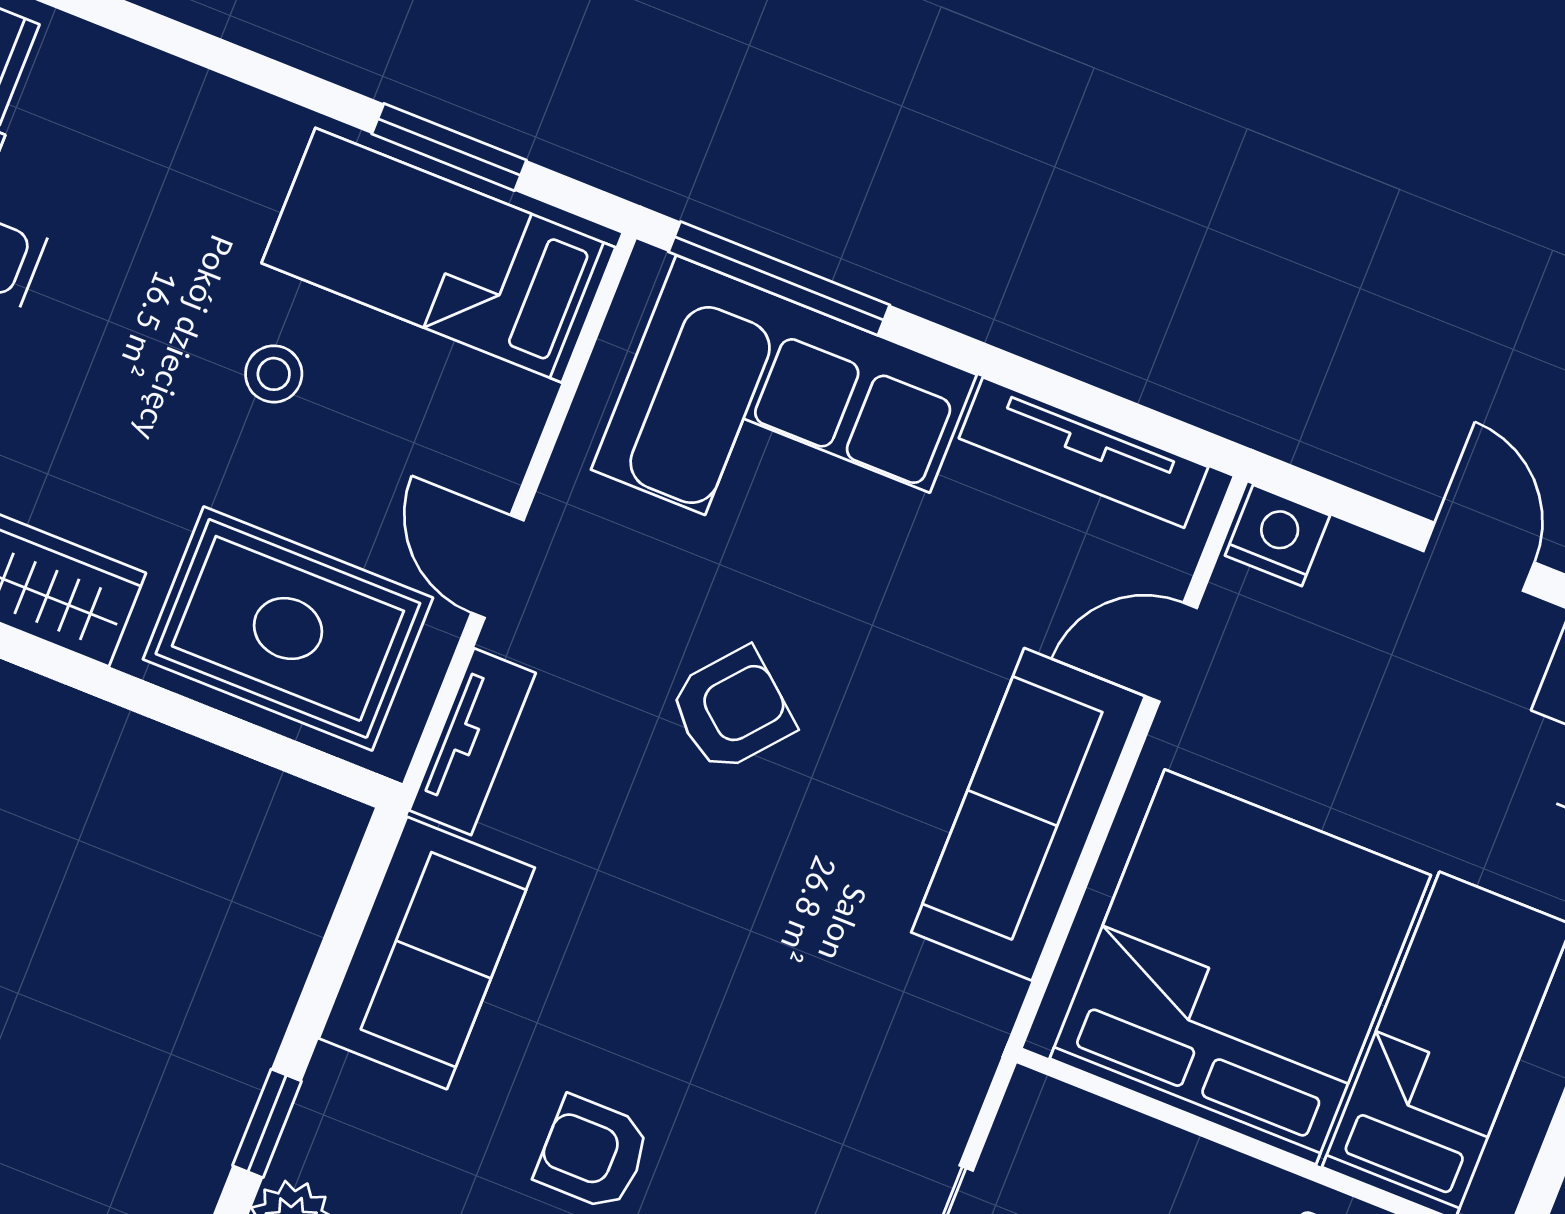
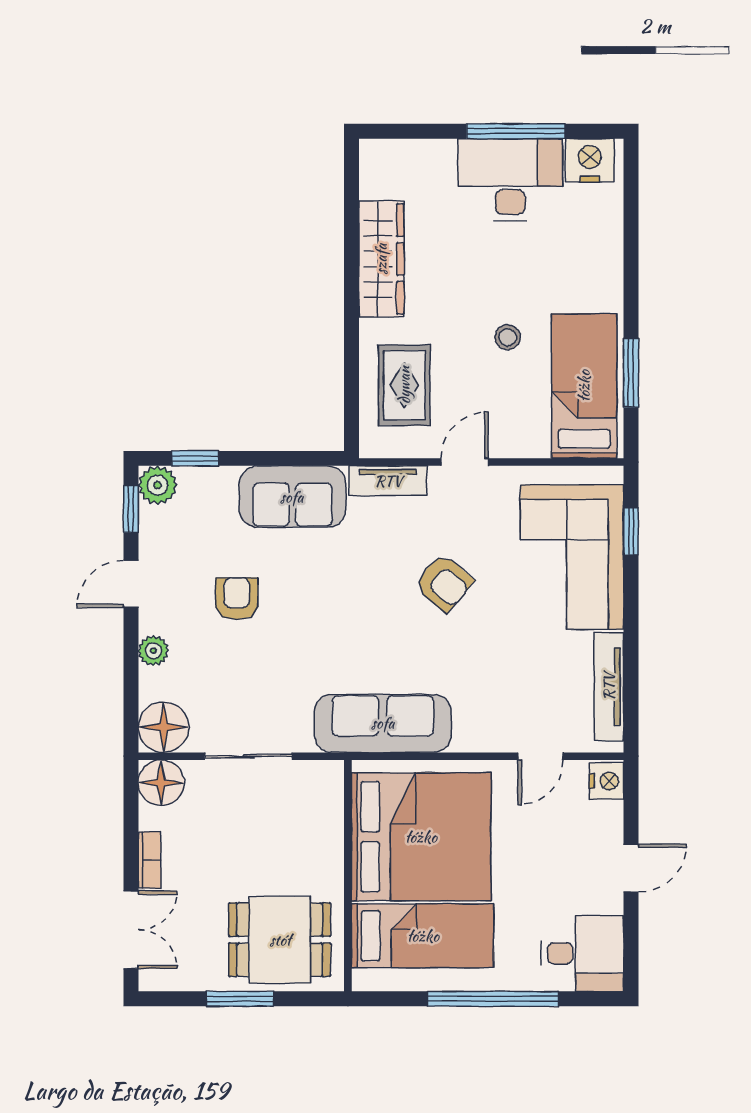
window: (779, 278) -> (631, 531), width x0.46
rug: (288, 628) -> (404, 385), width x0.73, depth x0.70
door: (1171, 652) -> (540, 756), swing flipped
sofa: (1028, 814) -> (383, 723), moved

